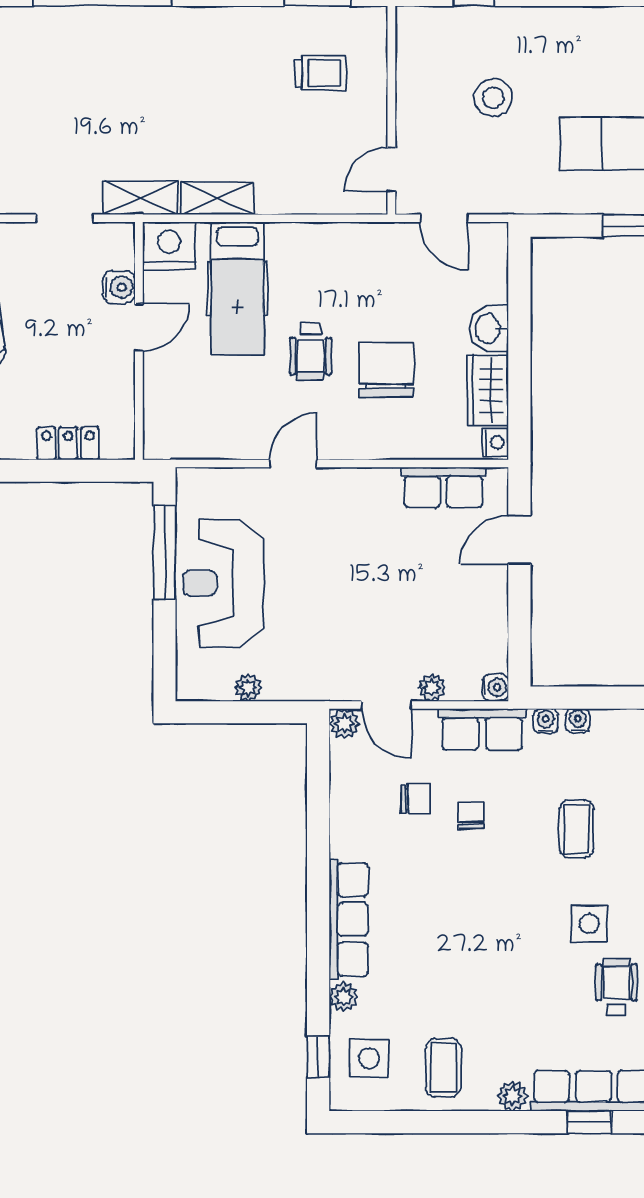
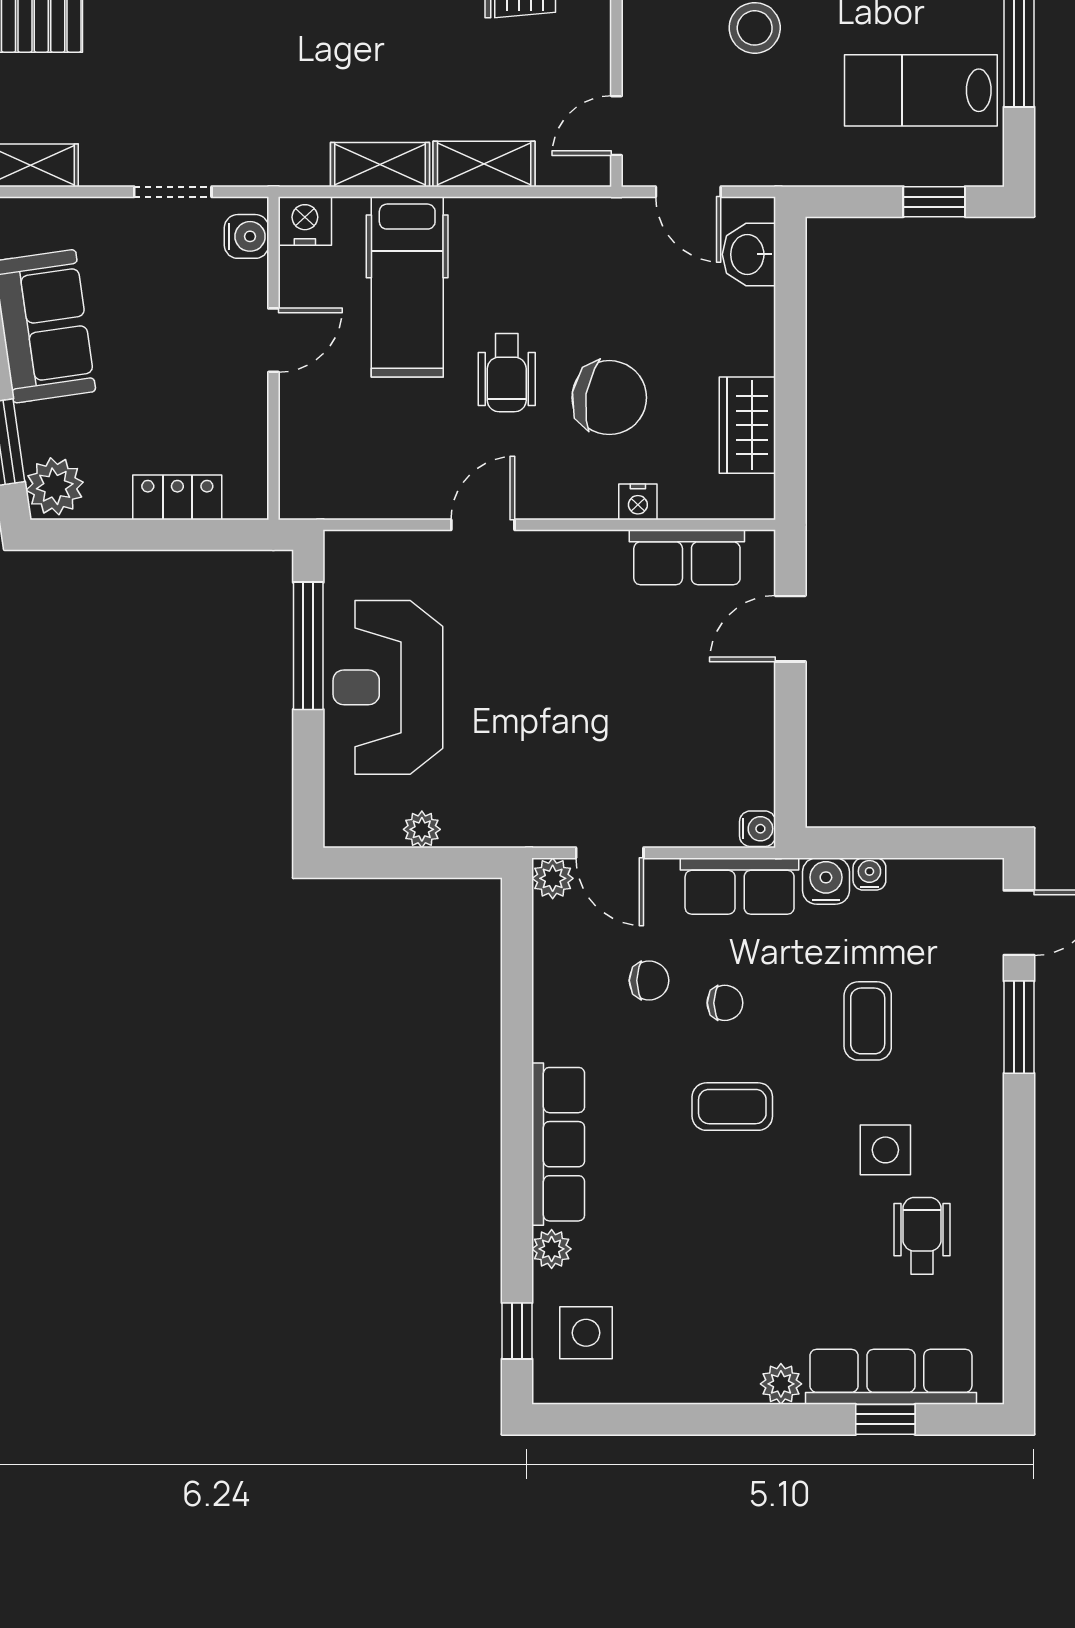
shelving: (141, 198) -> (484, 164), moved
nightstand: (169, 246) -> (305, 221), width x0.74, depth x0.75
water cooler: (119, 287) -> (246, 236), moved
washbasin: (489, 328) -> (749, 254), moved
chair: (386, 370) -> (609, 398), turned 99
nightstand: (495, 442) -> (638, 502), moved, turned 90
plant: (432, 688) -> (671, 829), removed
water cooler: (546, 721) -> (826, 881), width x1.38, depth x1.38
chair: (471, 815) -> (725, 1003), turned 90
coffee table: (443, 1068) -> (732, 1107), moved, turned 90

